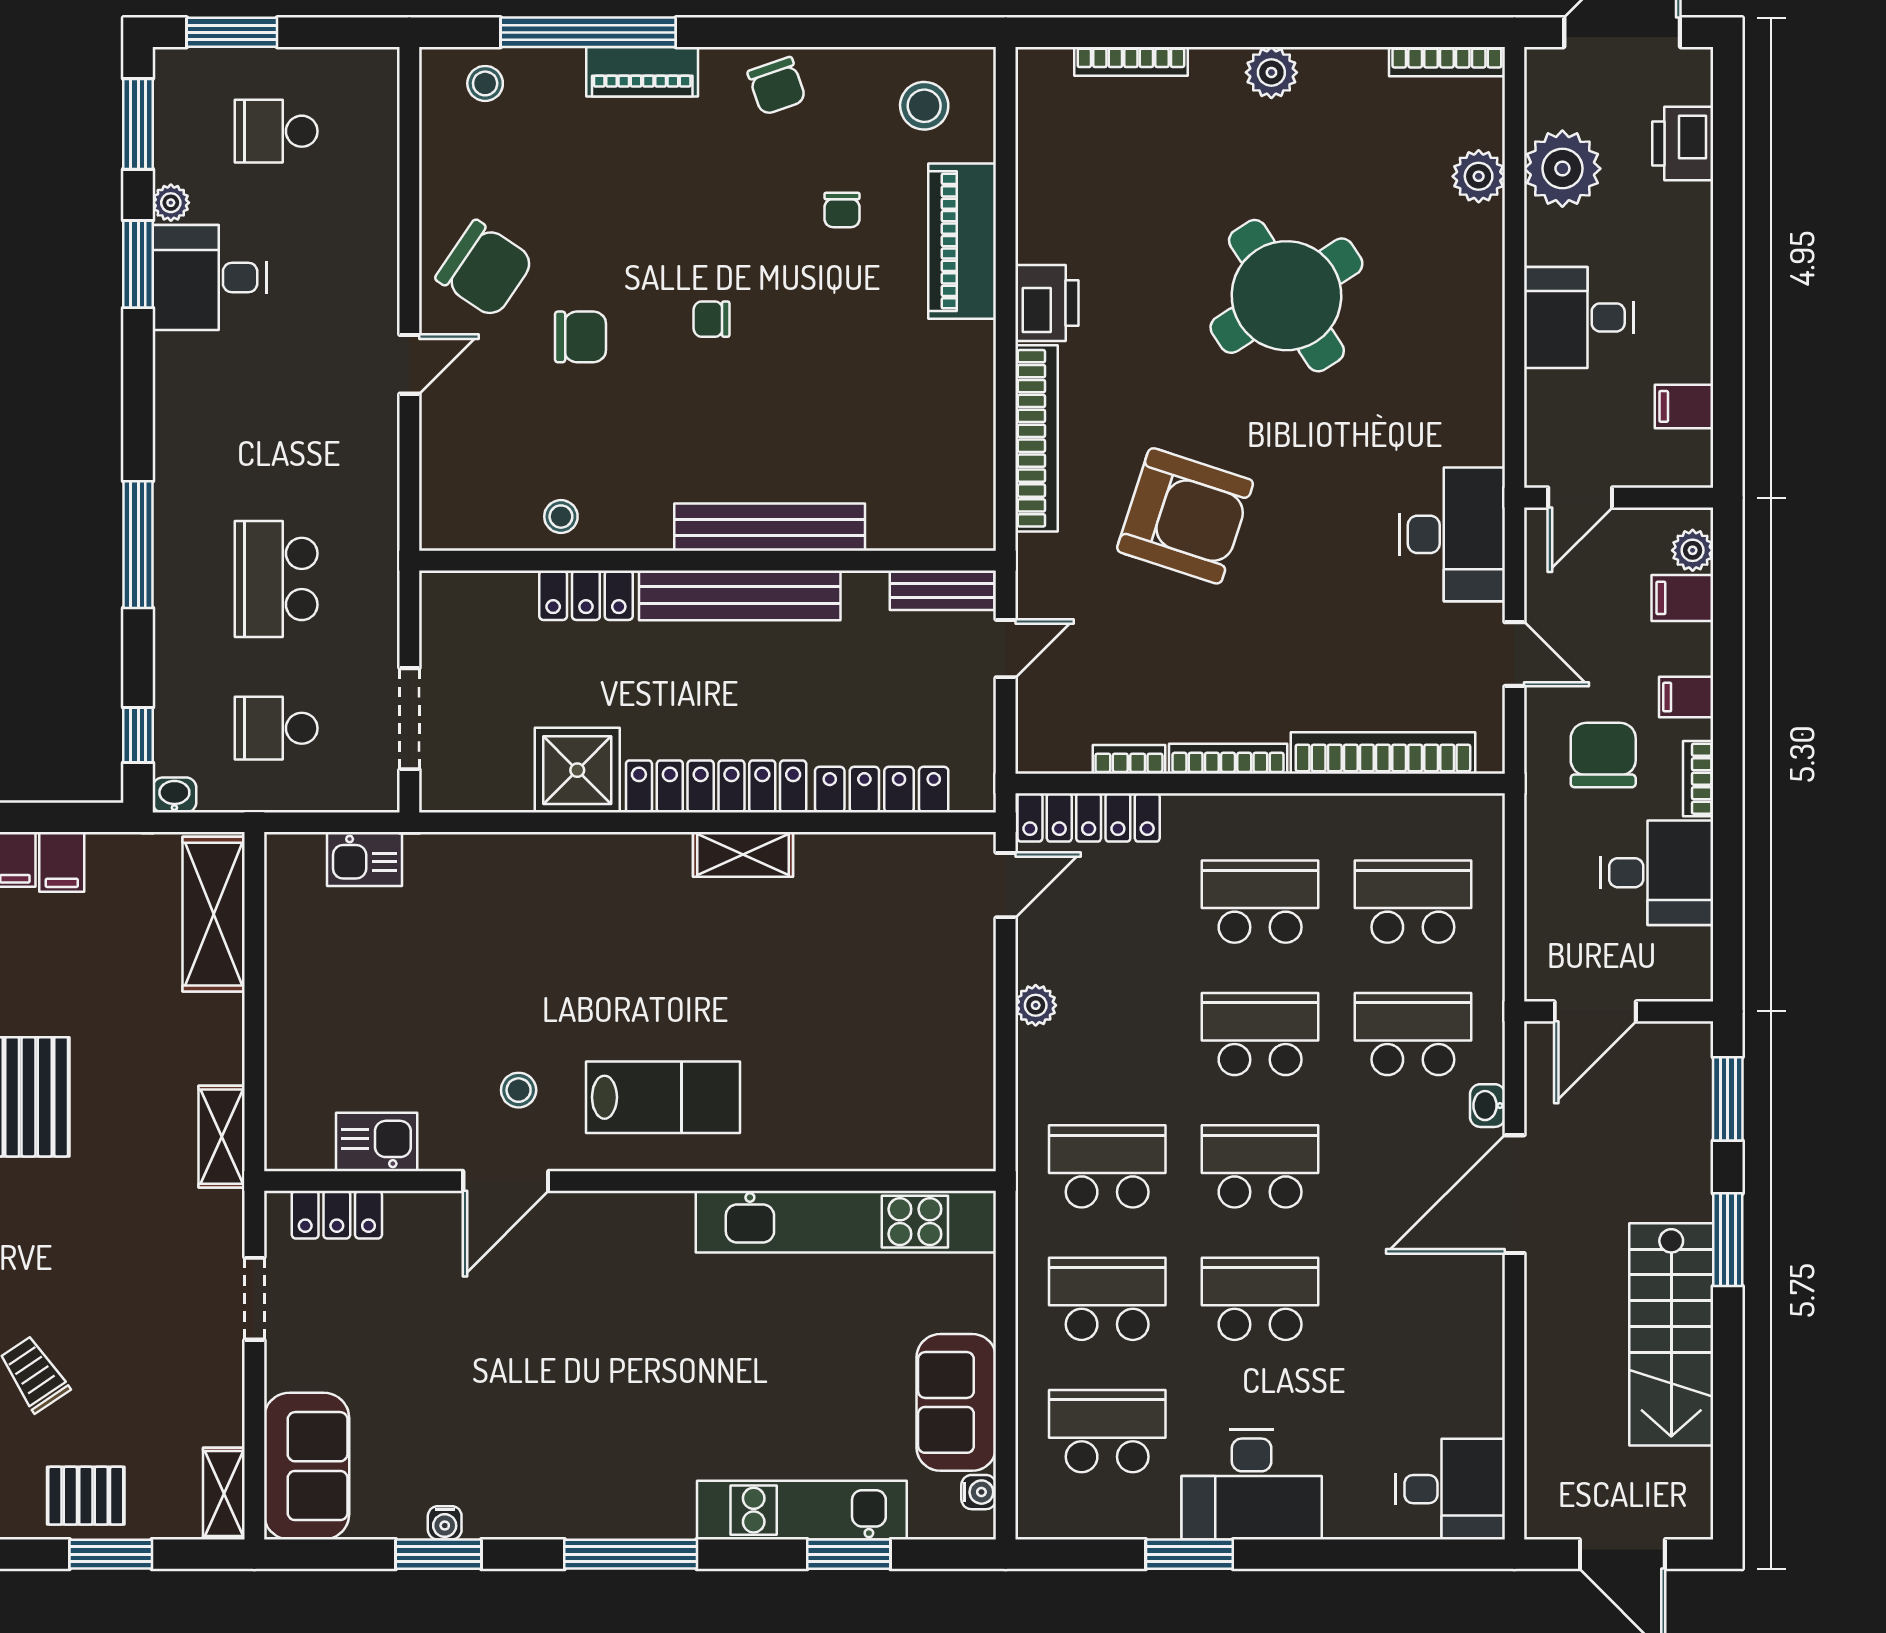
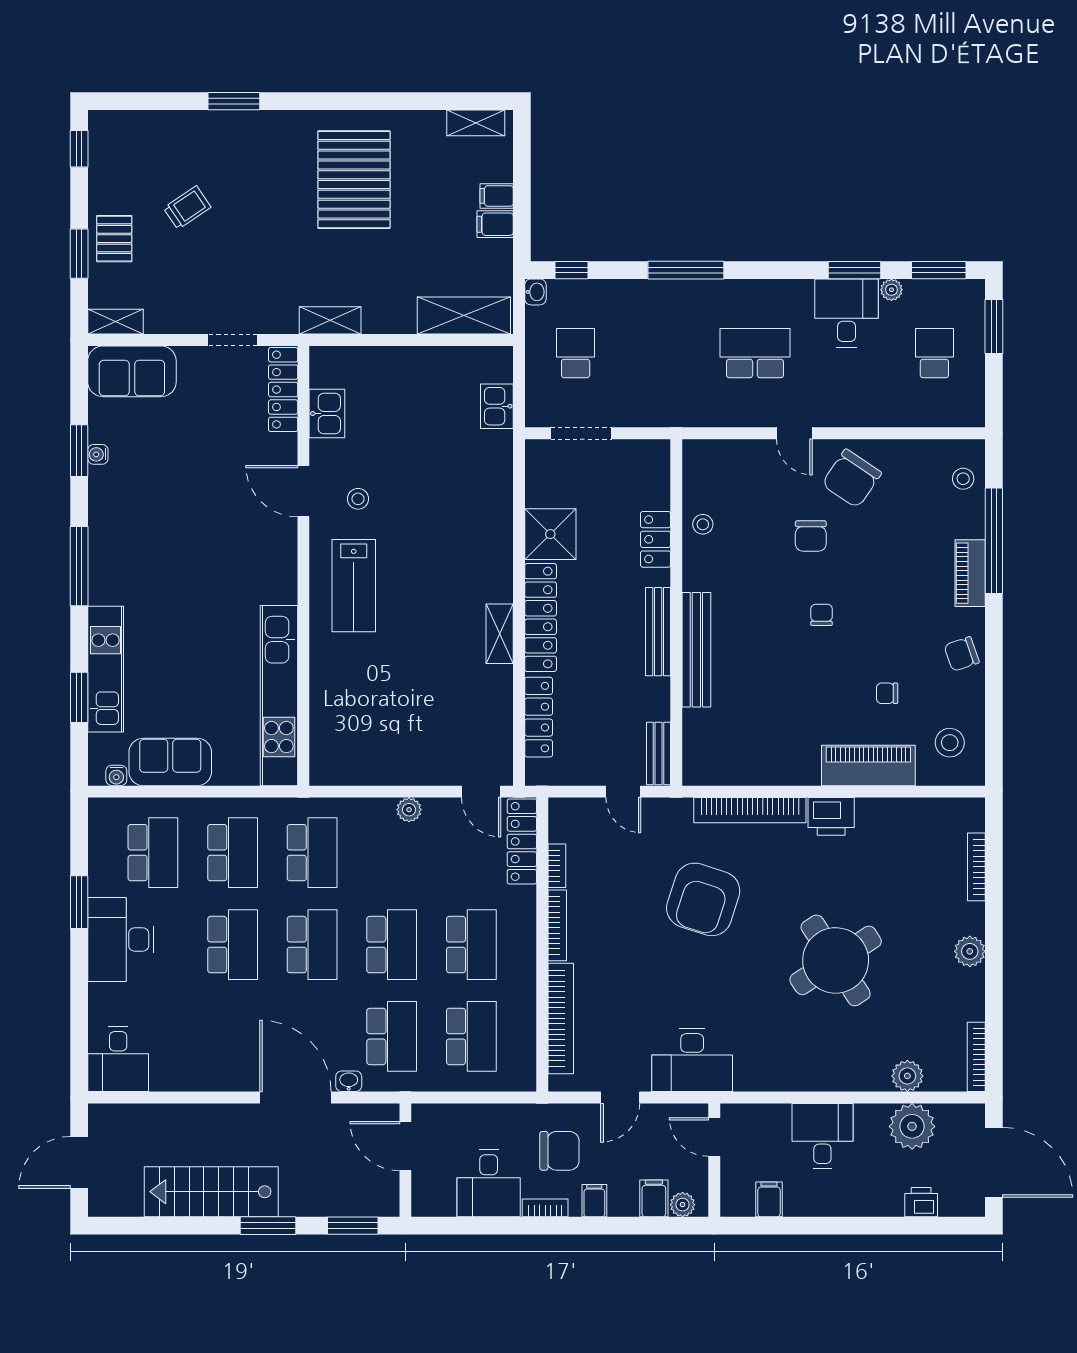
printer: (1683, 144) -> (921, 1202), width x0.73, depth x0.81
school desk: (276, 579) -> (755, 353), moved
bench: (740, 595) -> (658, 632), width x0.73, depth x0.82
locker: (337, 1215) -> (283, 390), width x1.53

